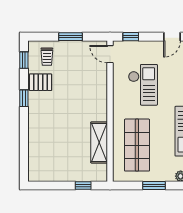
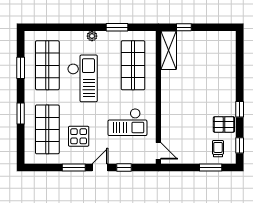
window: (70, 37) -> (211, 167), moved
window: (131, 37) -> (124, 167), moved
checkout: (143, 85) -> (127, 122), turned -90
shelving: (99, 142) -> (169, 50), moved

